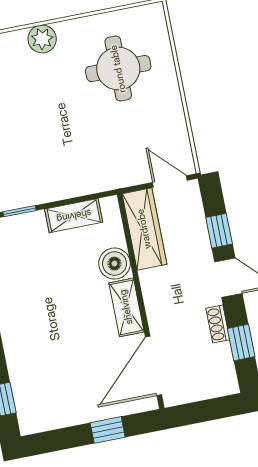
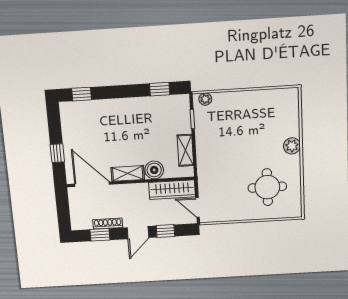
door: (170, 181) -> (198, 208), swing flipped
shoe rack: (218, 324) -> (108, 224), width x1.43

